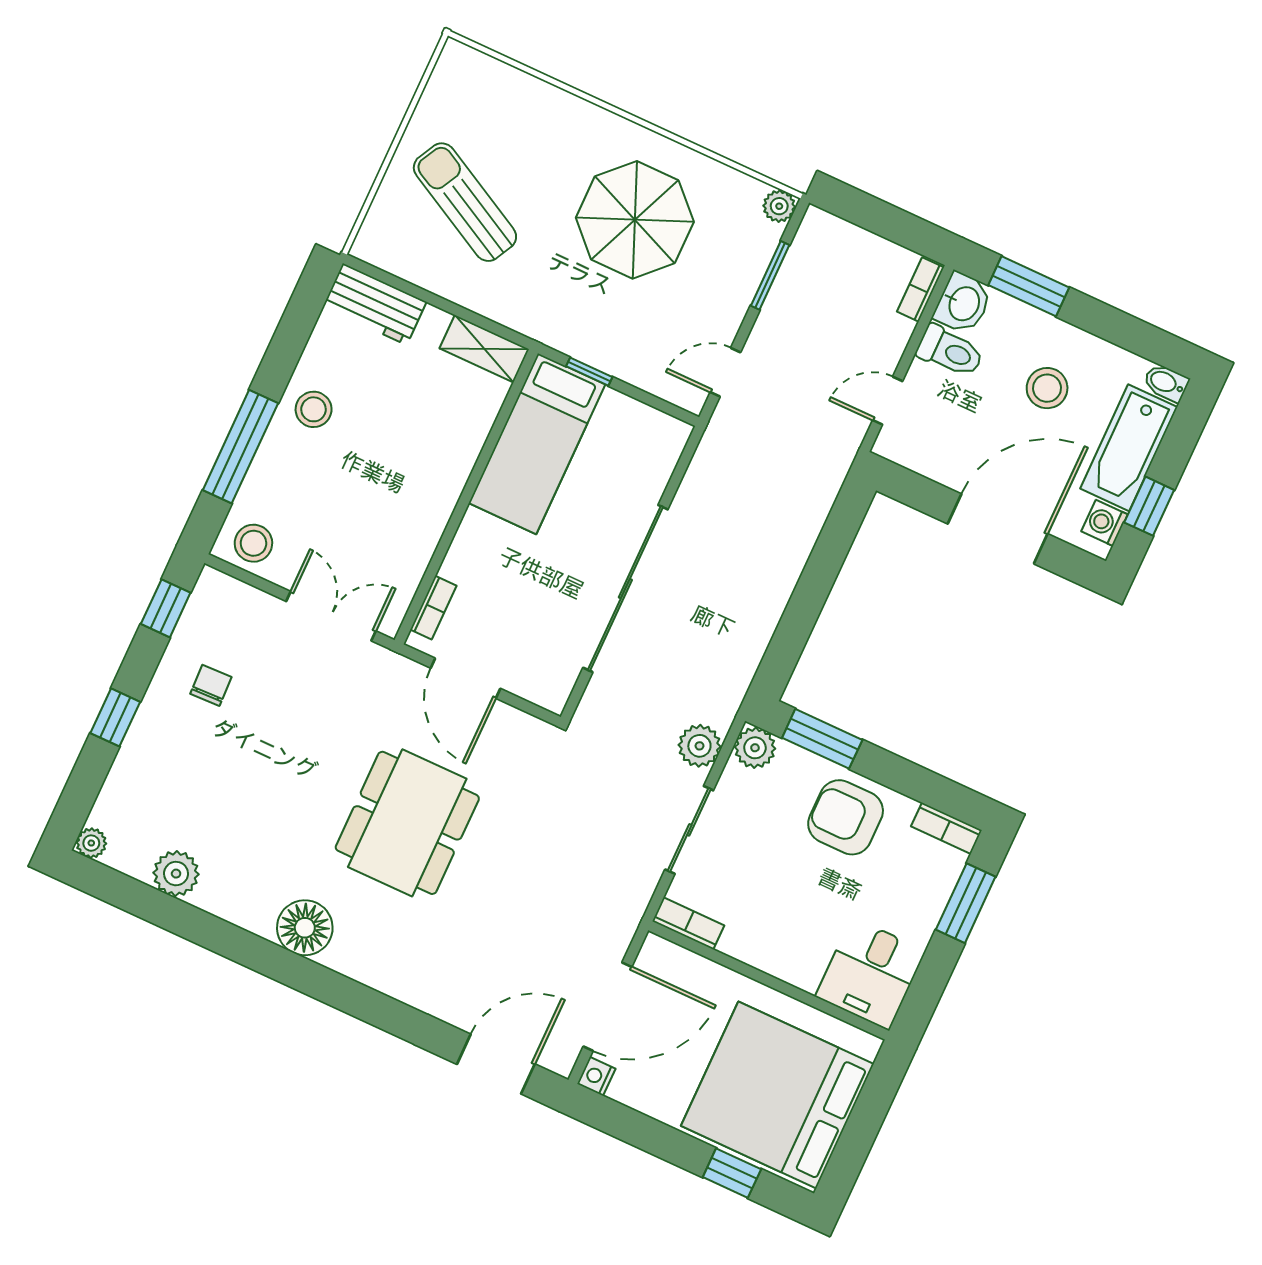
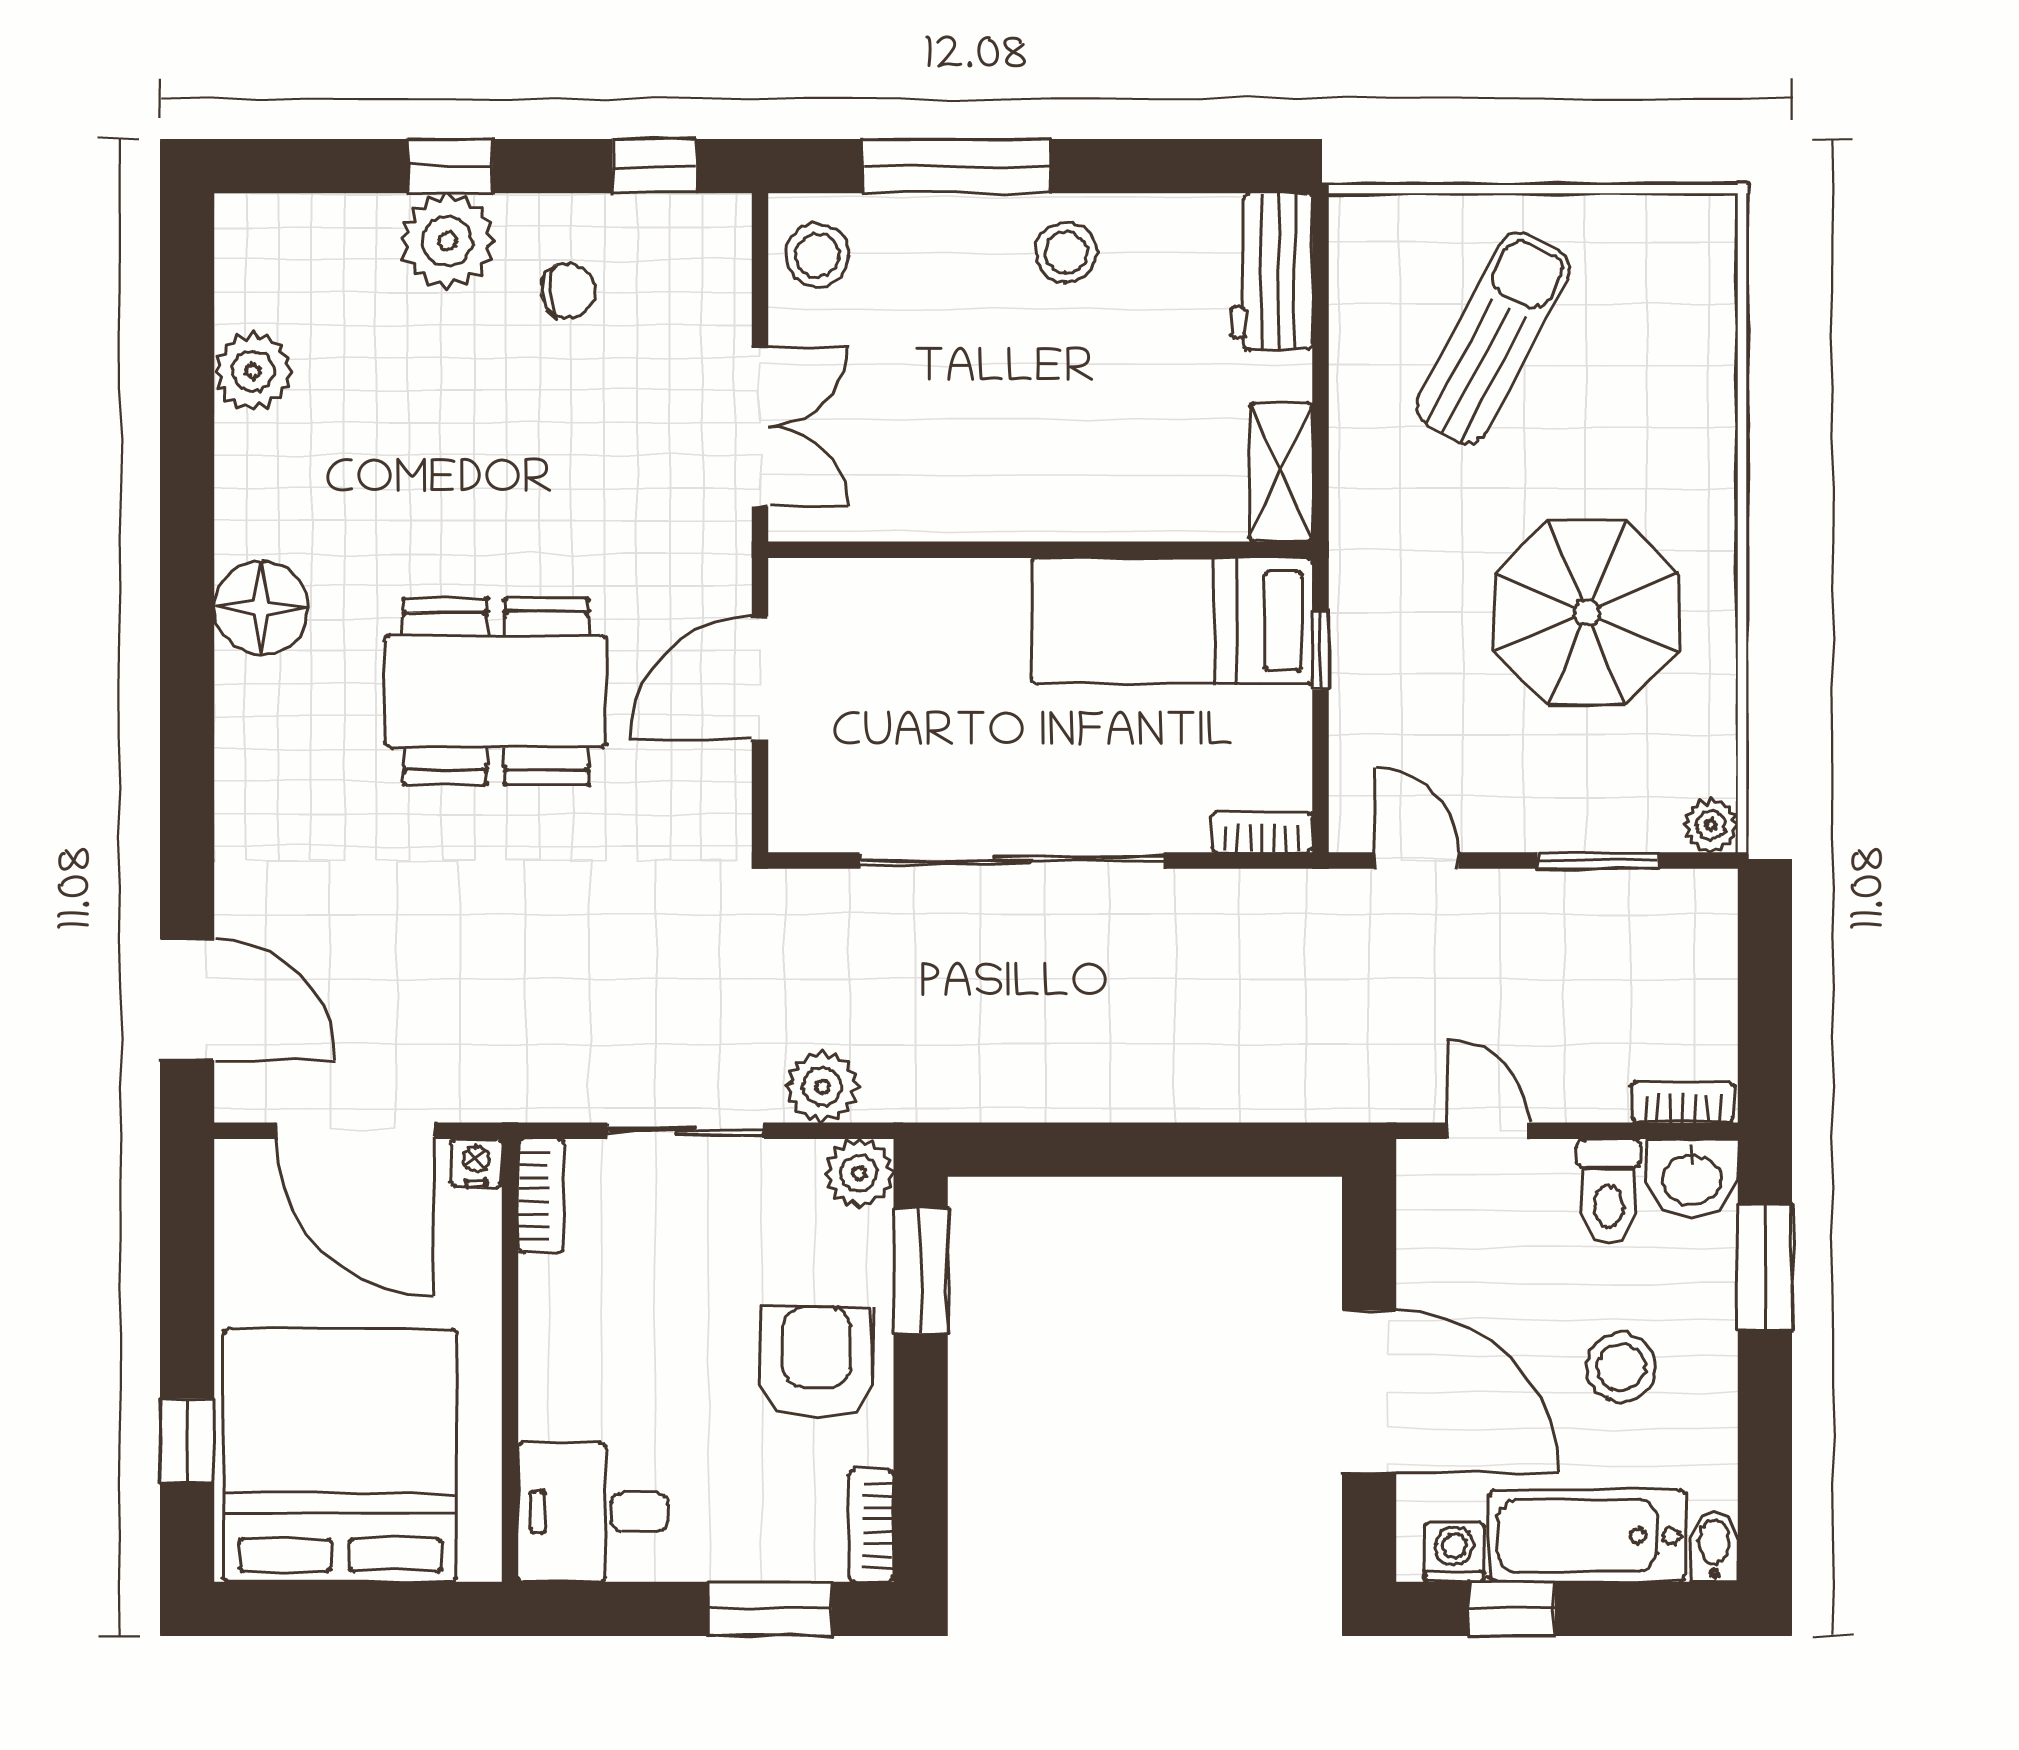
bookcase: (433, 608) -> (1262, 832), moved, turned 180
plant: (91, 843) -> (447, 241), moved, width x1.88, depth x1.88
nightstand: (596, 1076) -> (476, 1163), moved

